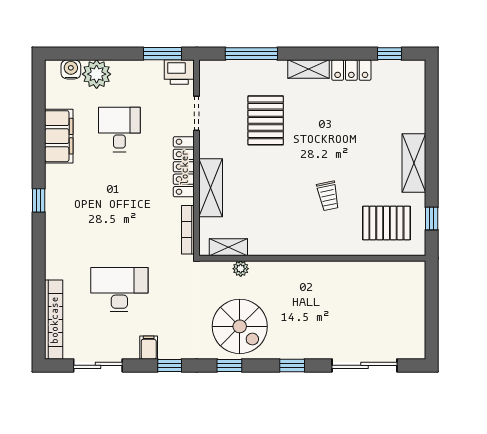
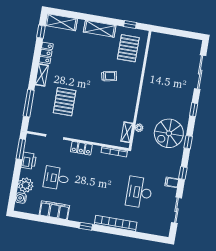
printer: (179, 72) -> (29, 161), moved
pallet: (266, 120) -> (65, 102), turned 90
locker: (184, 167) -> (81, 148), width x0.66
shelving: (211, 188) -> (61, 22), moved
bookcase: (54, 320) -> (116, 223), moved
spiral stairs: (240, 326) -> (169, 133), turned 180

